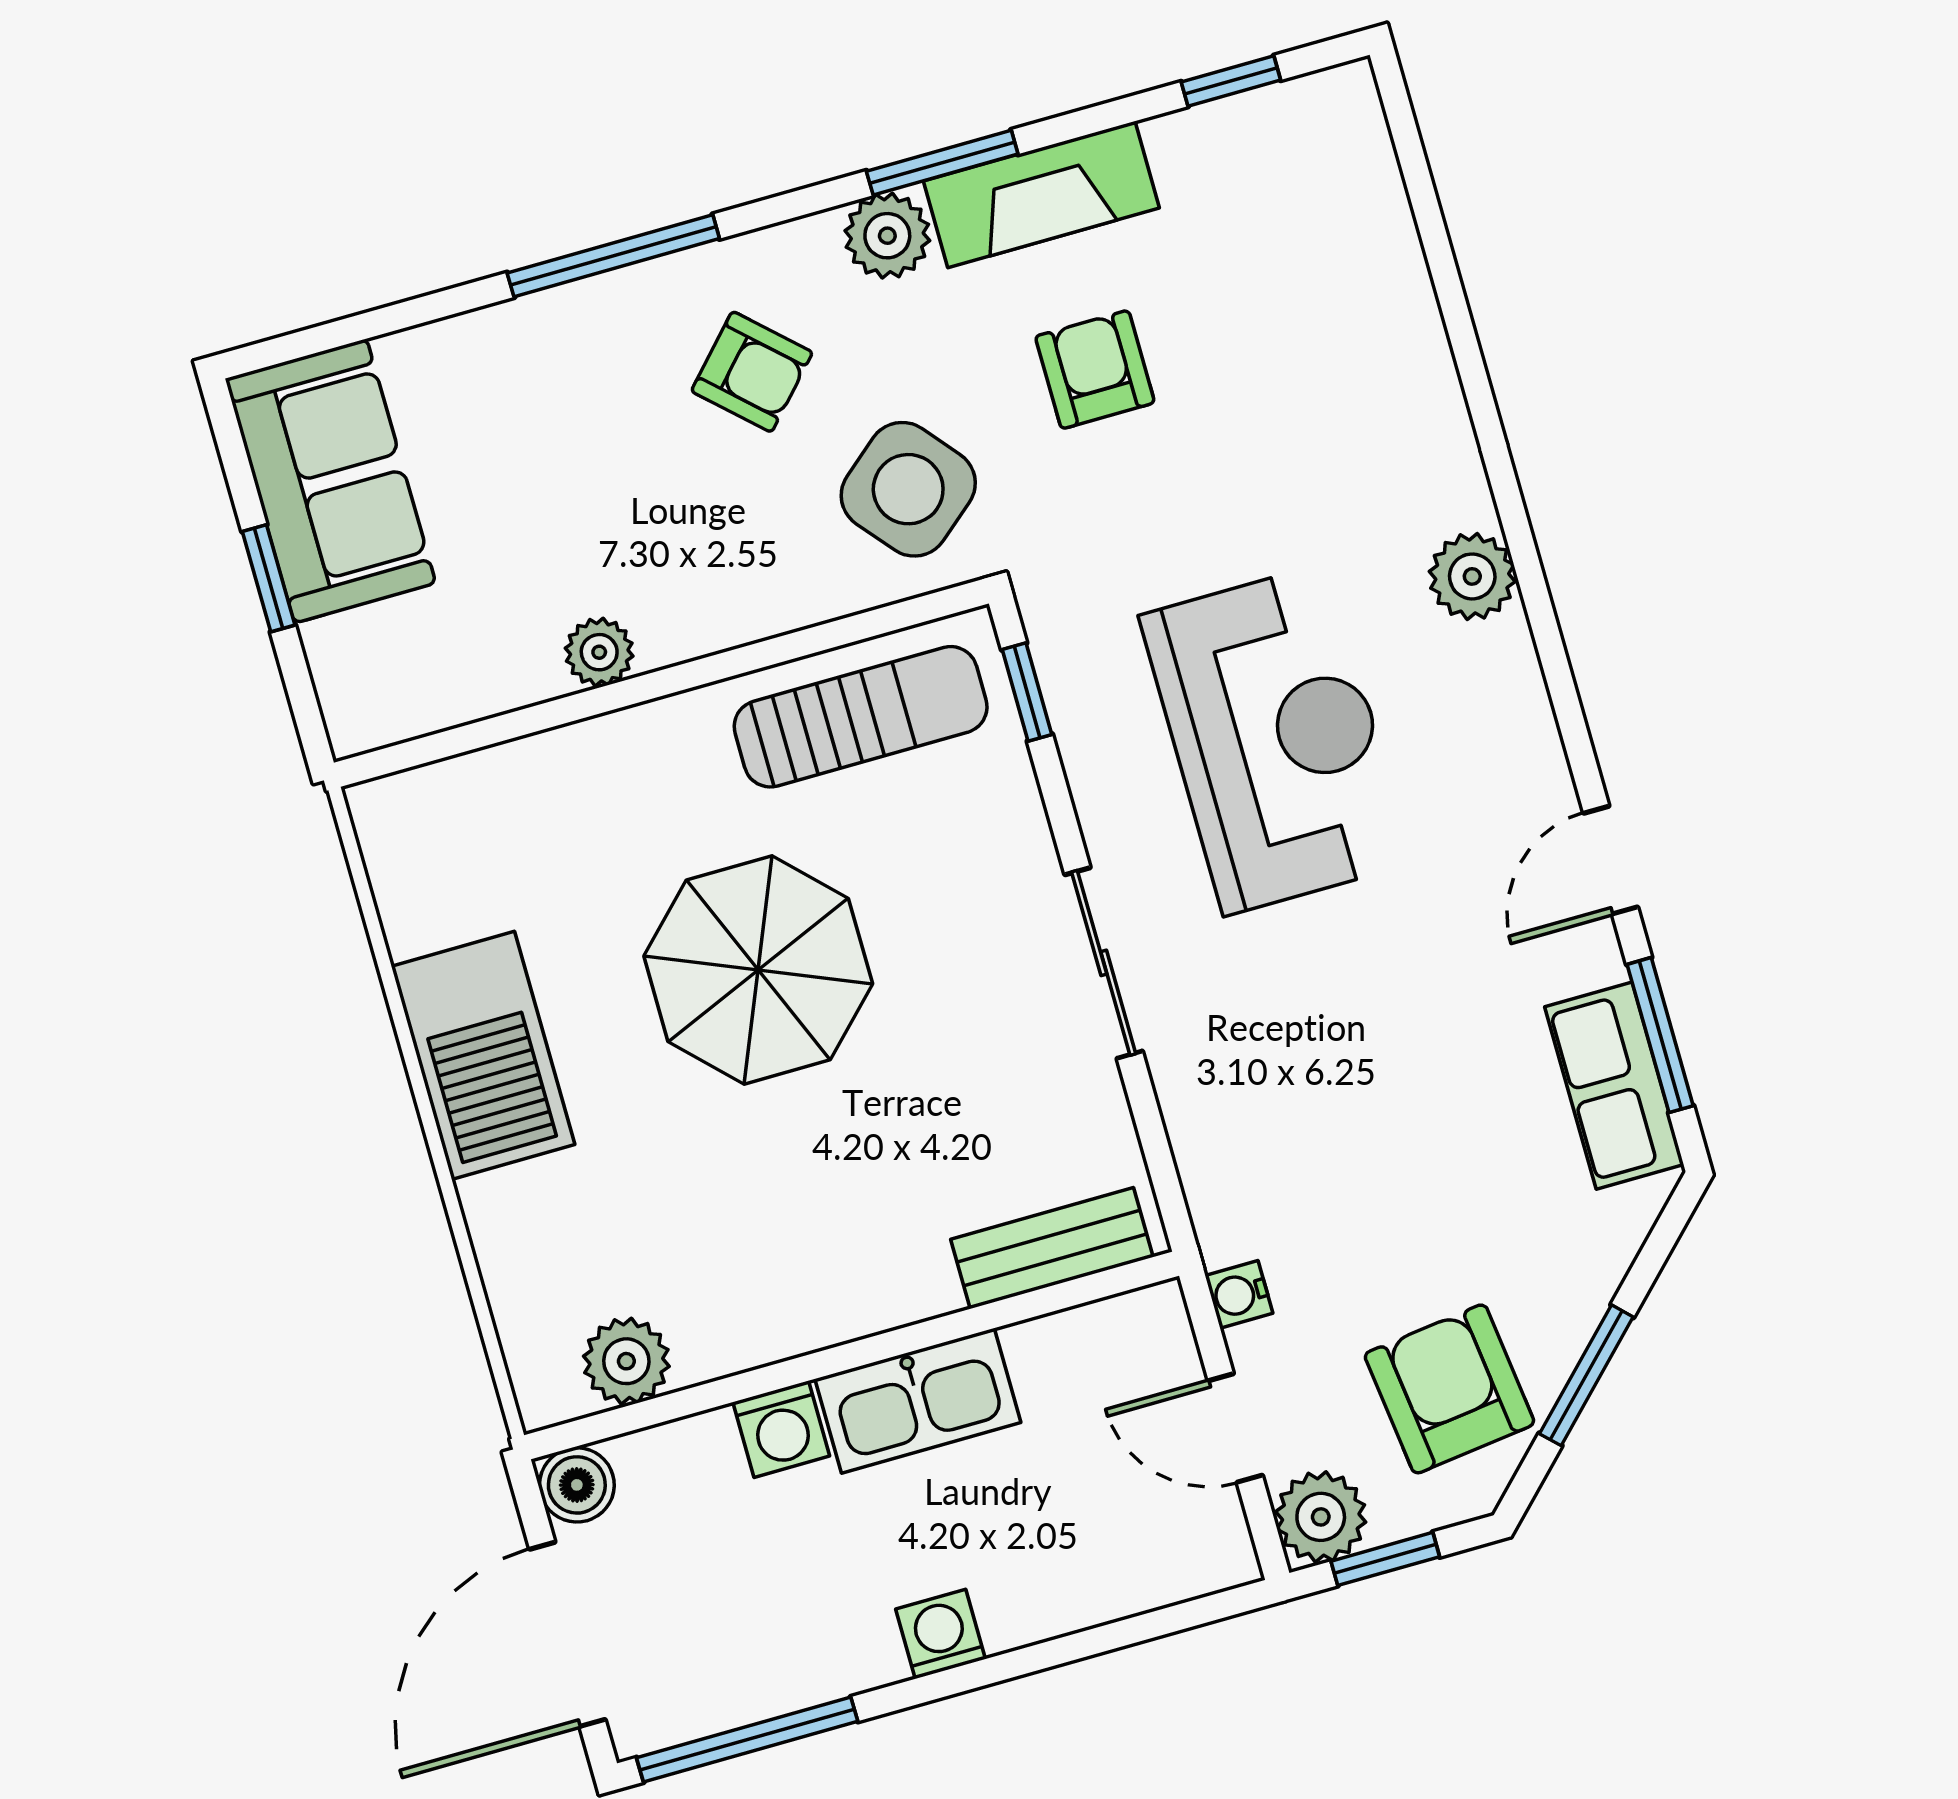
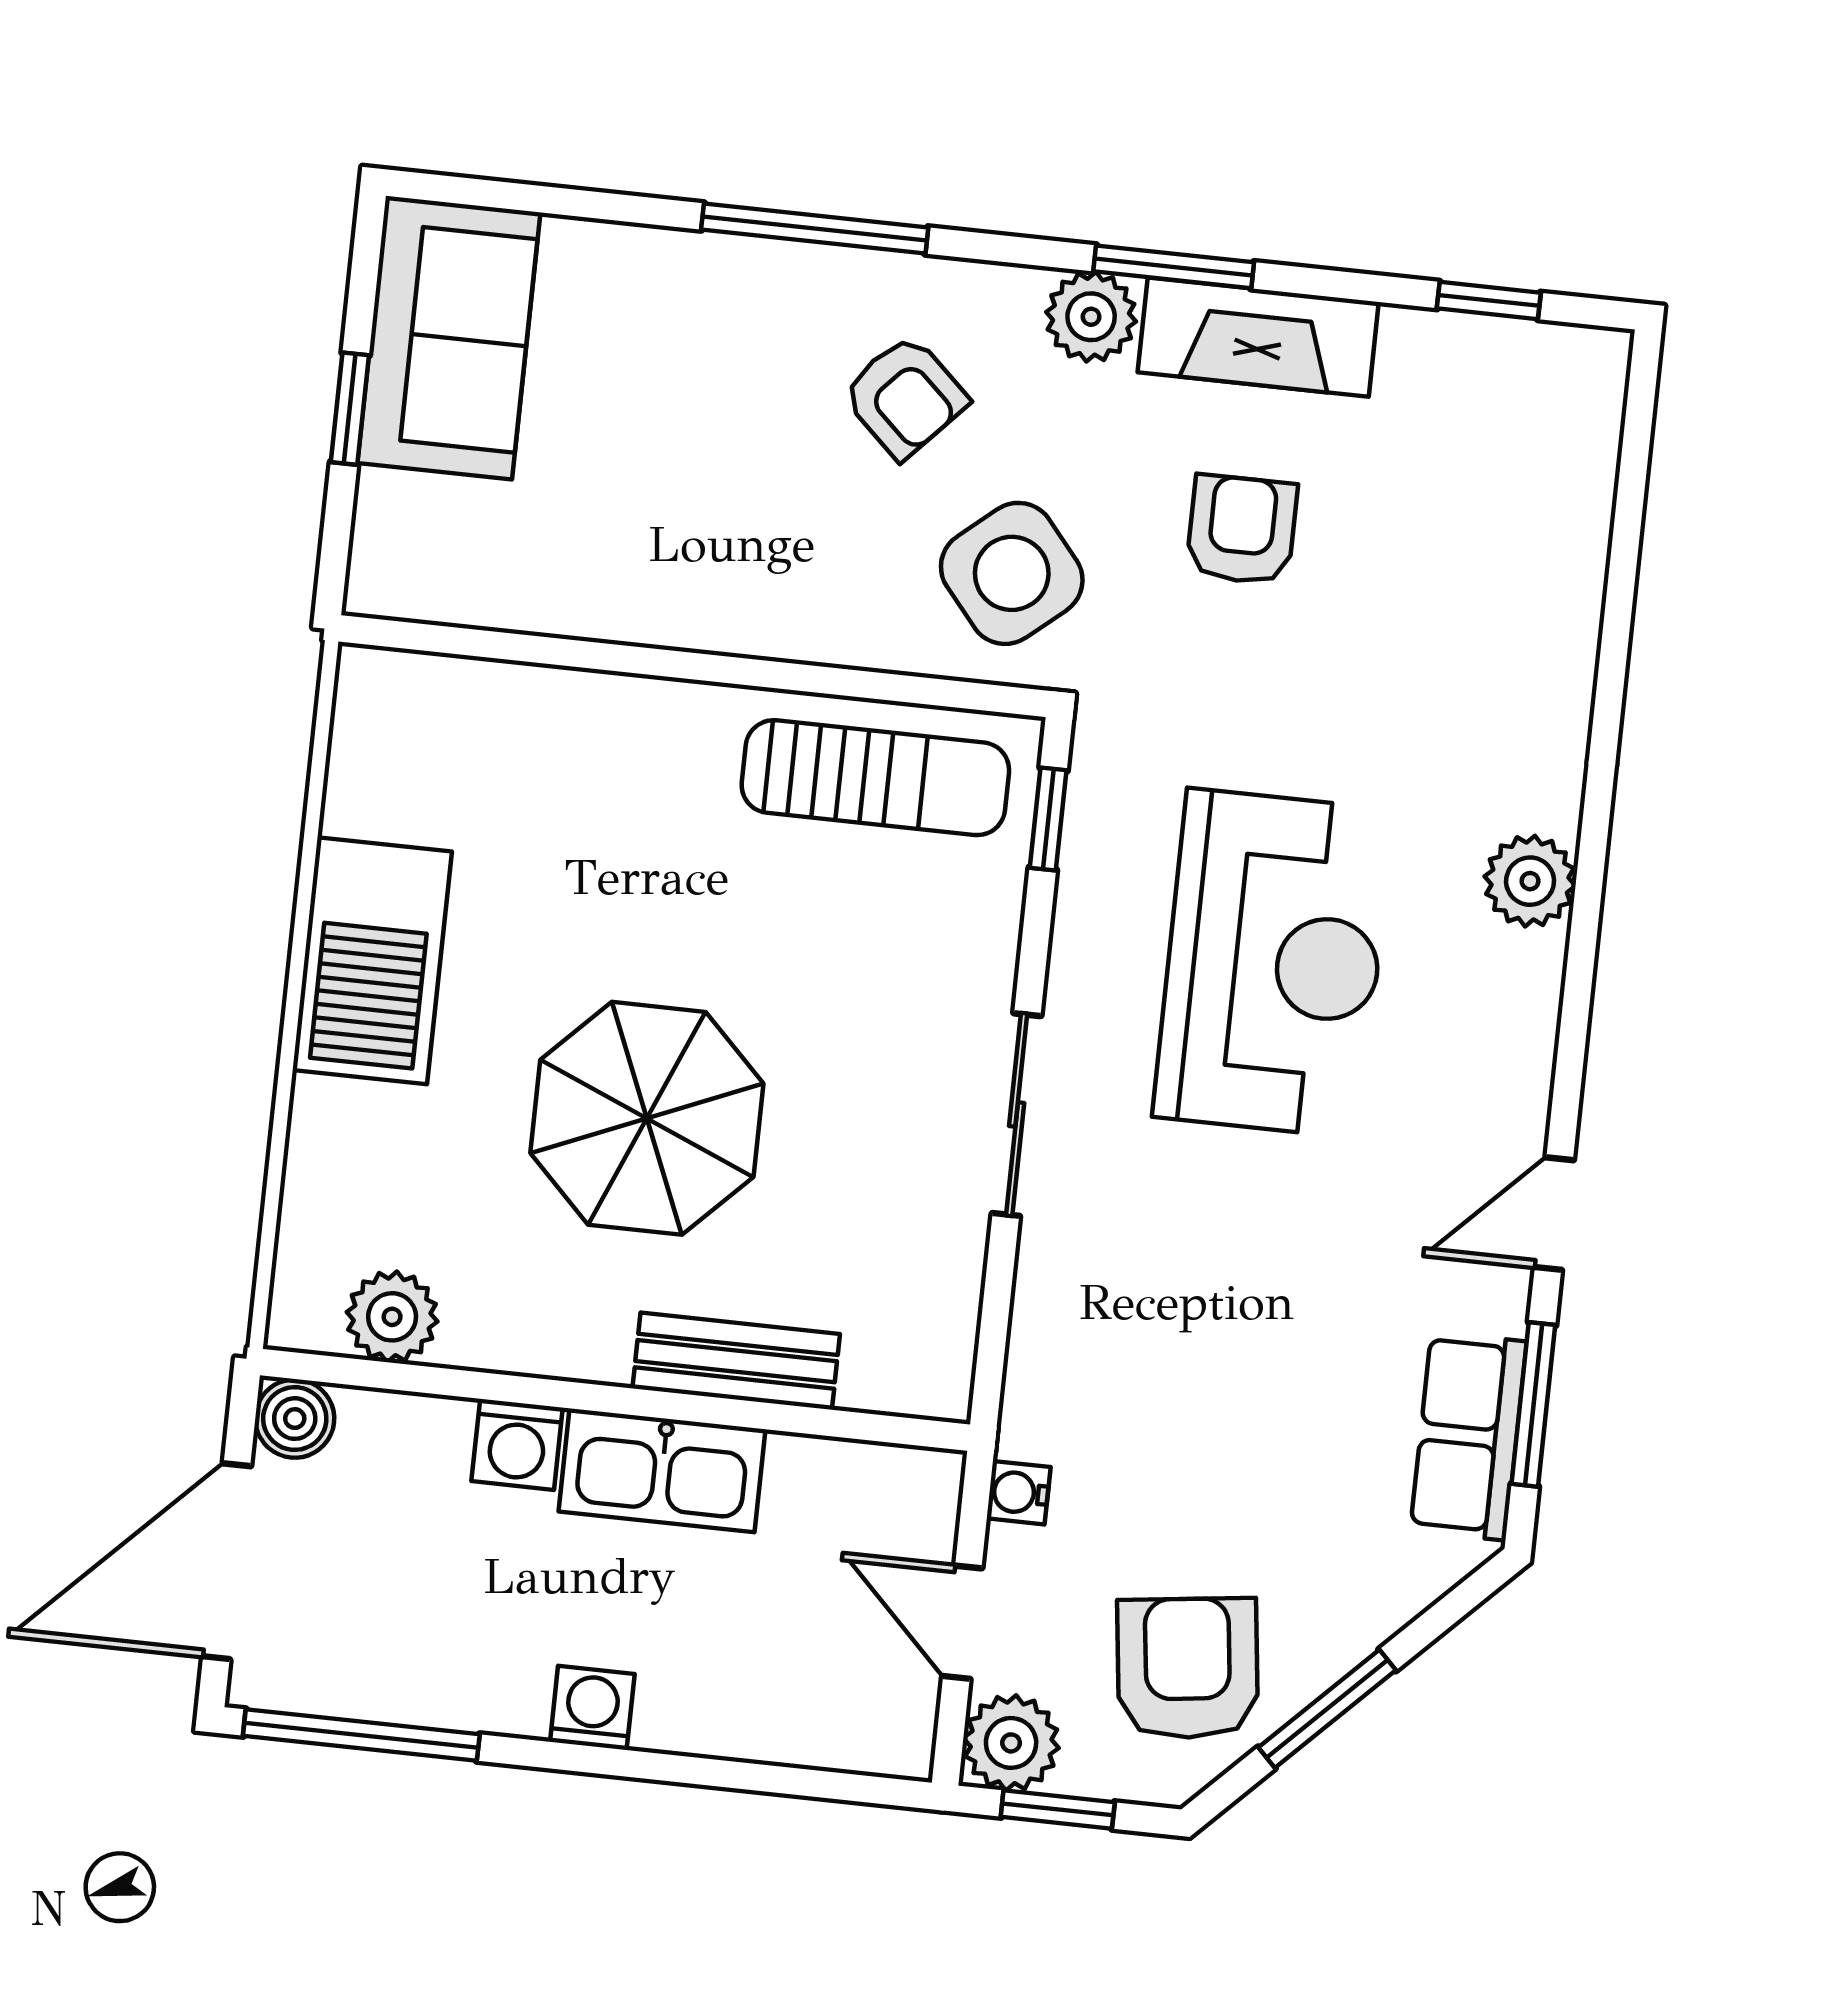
plant: (599, 652) -> (645, 611), removed
parasol: (758, 970) -> (647, 1118), moved
bench: (1052, 1248) -> (736, 1361), moved

